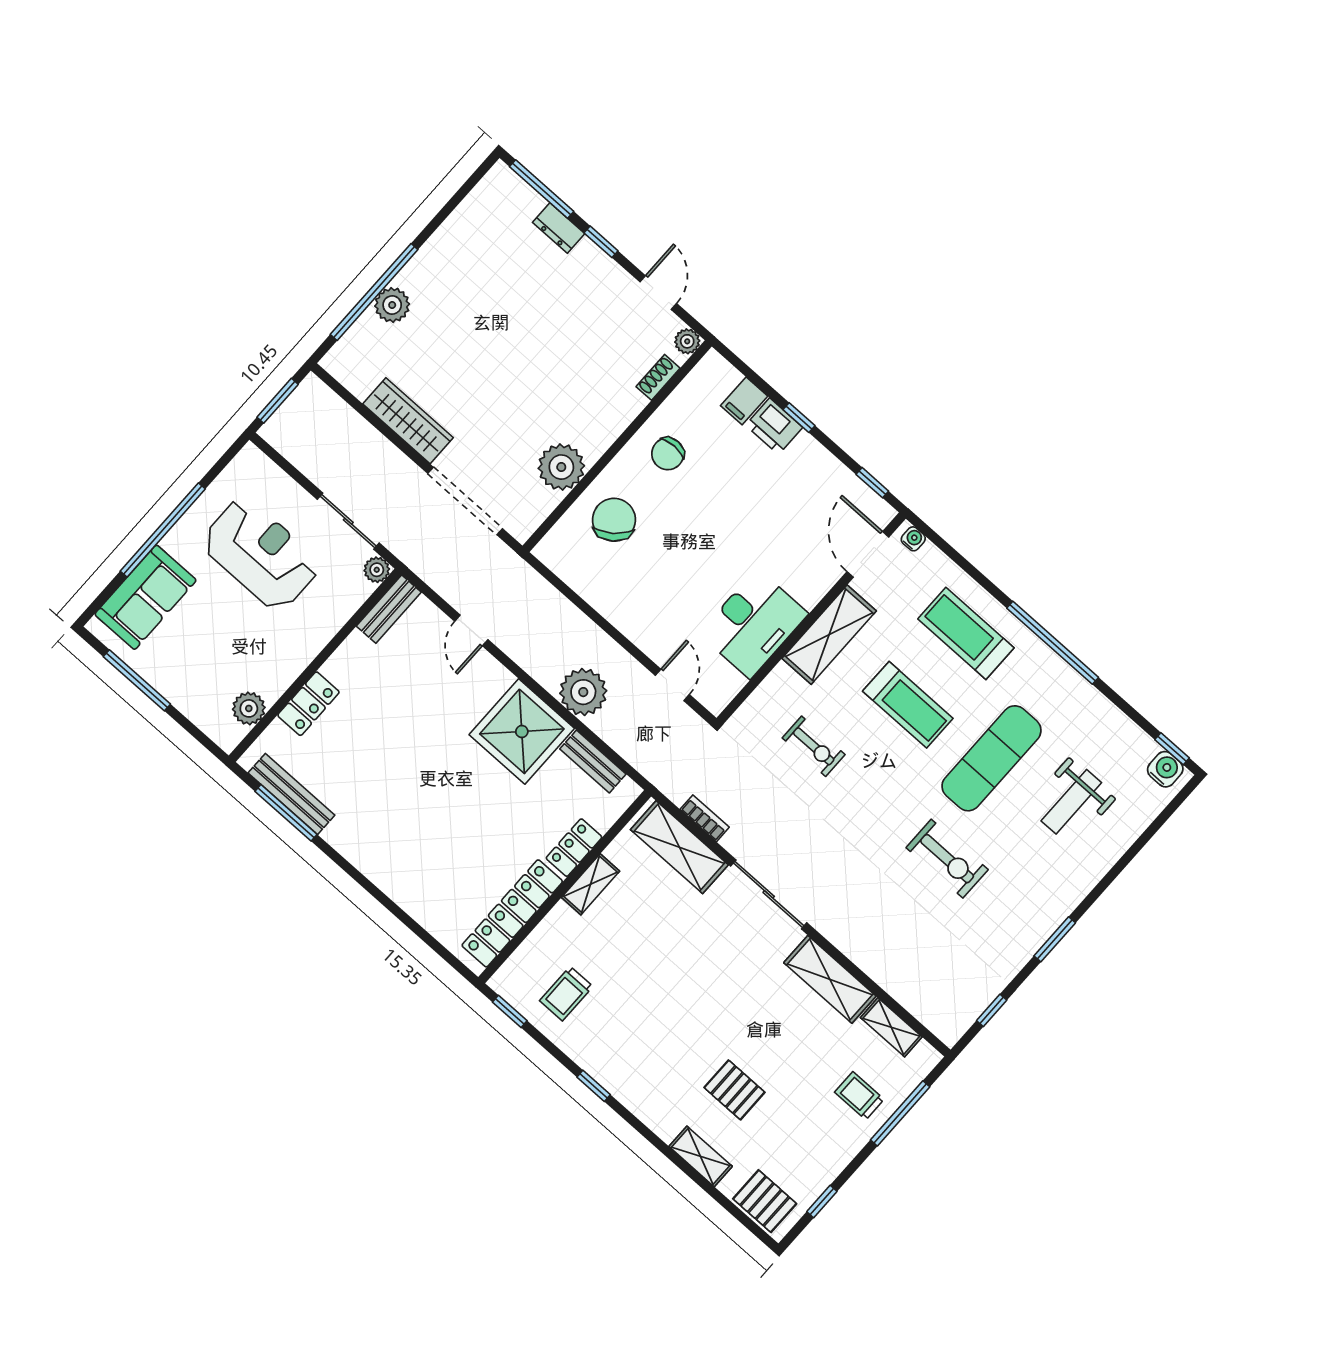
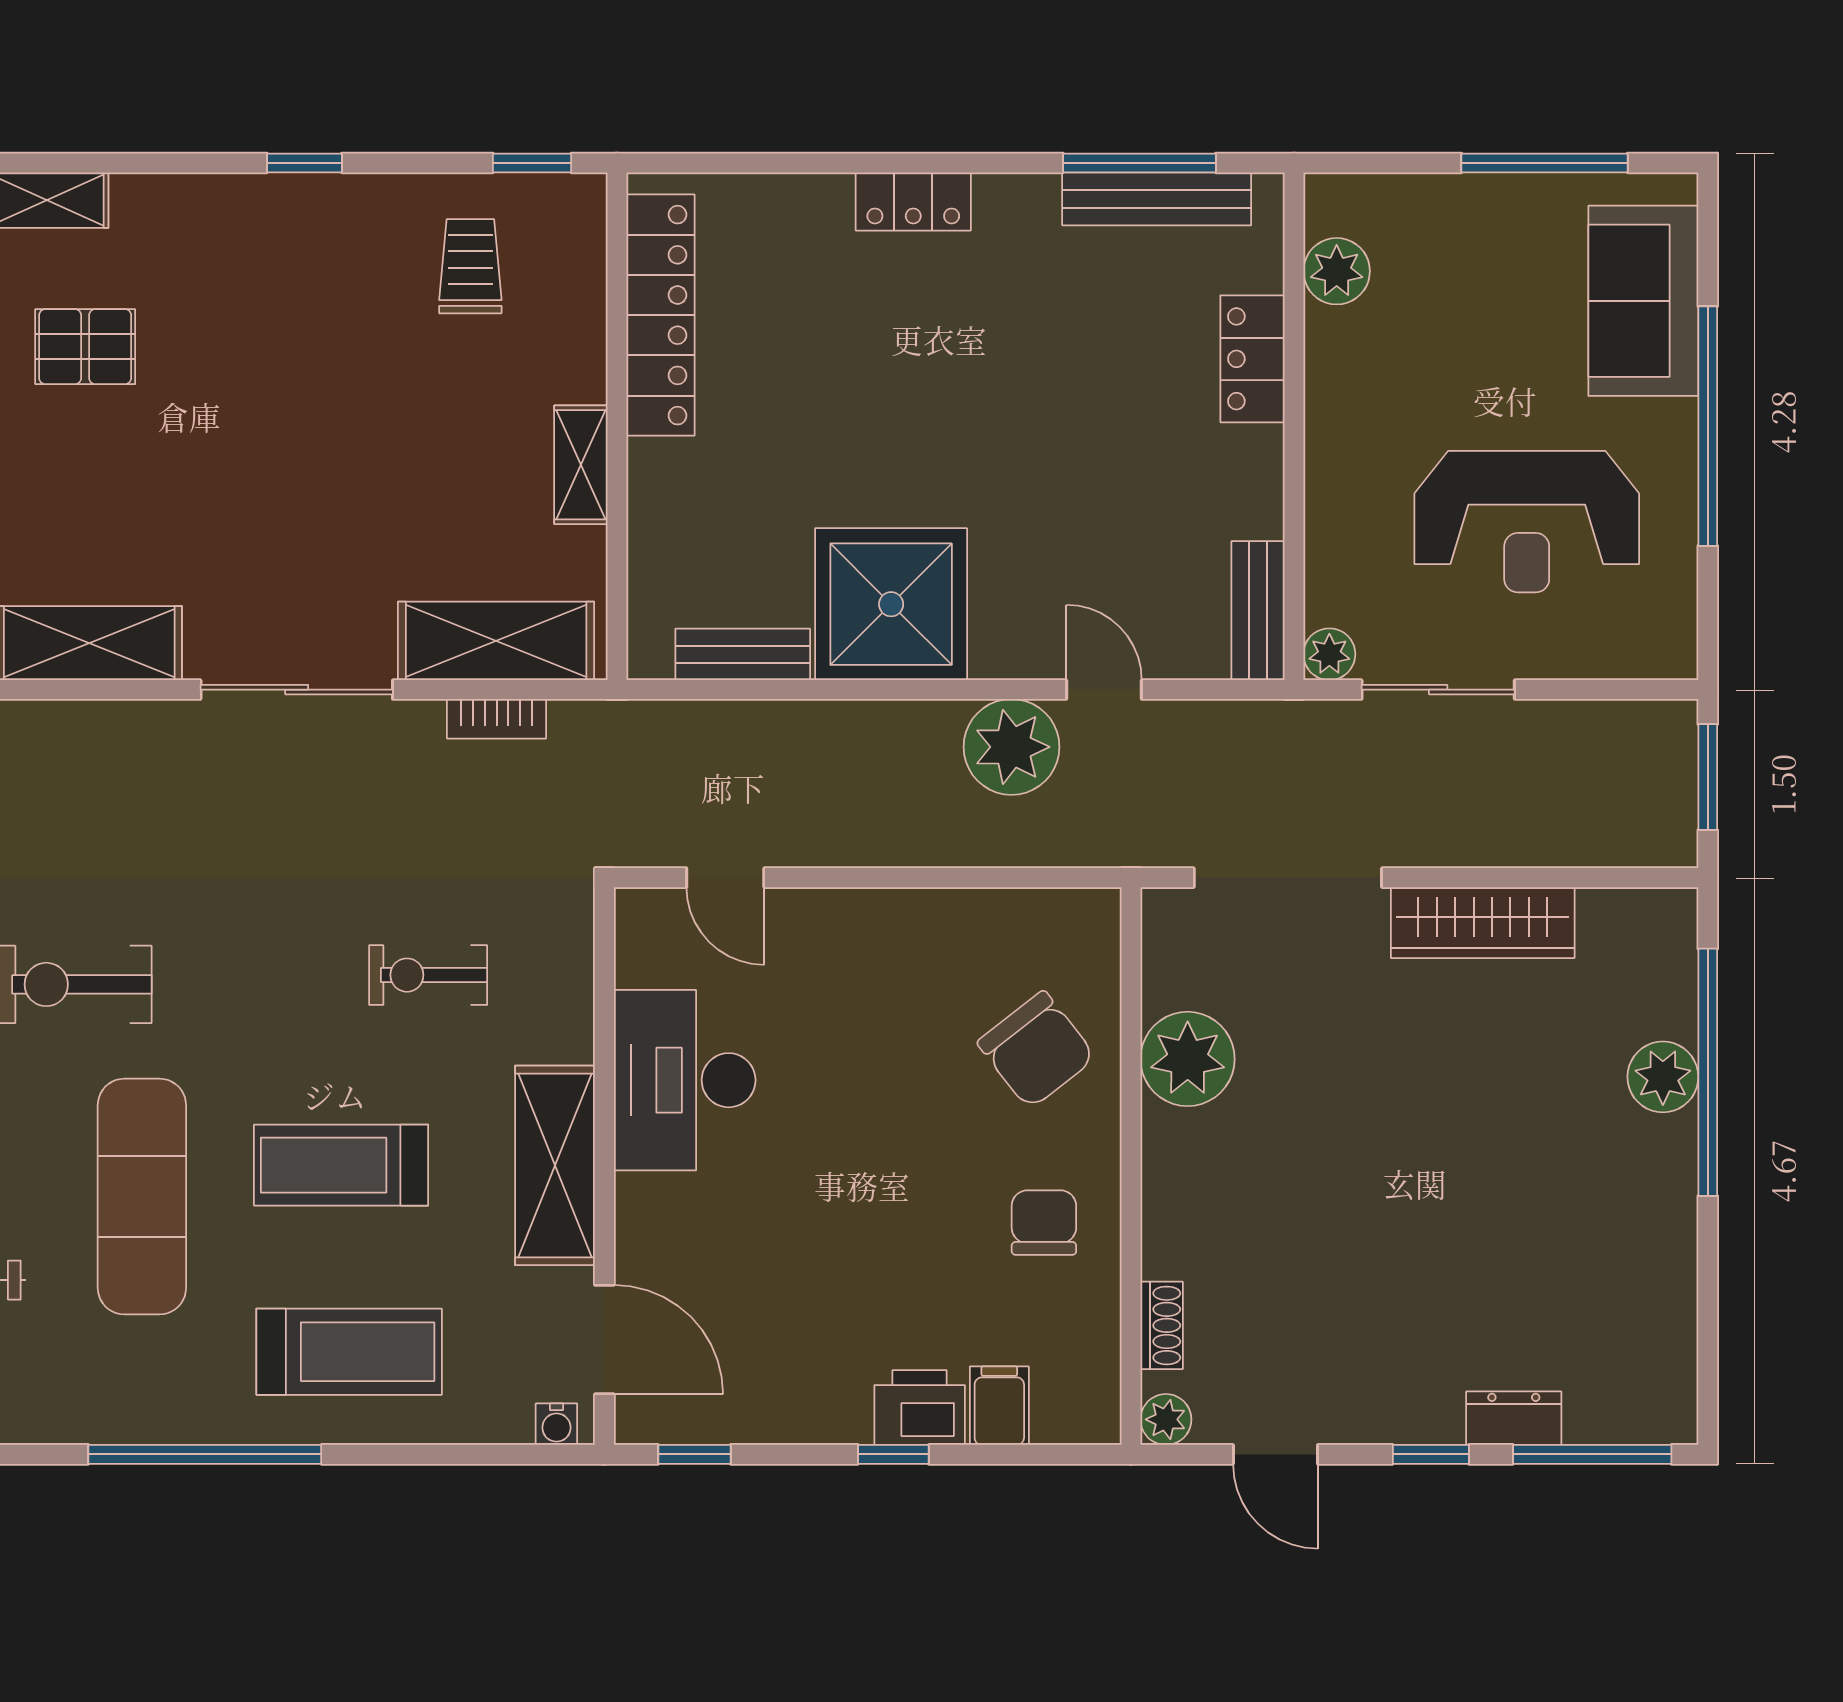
plant: (583, 692) -> (1011, 747), moved
locker: (574, 848) -> (913, 201), moved, turned 90

